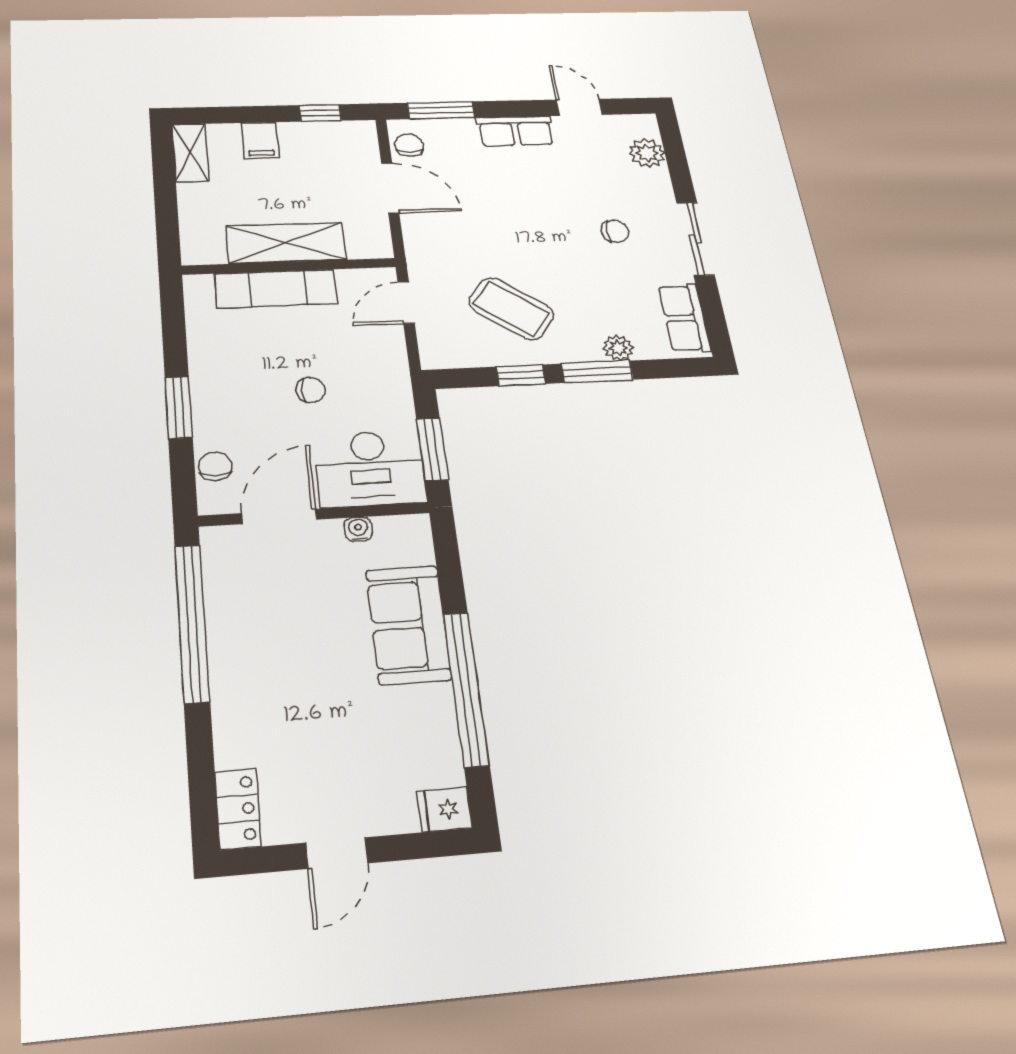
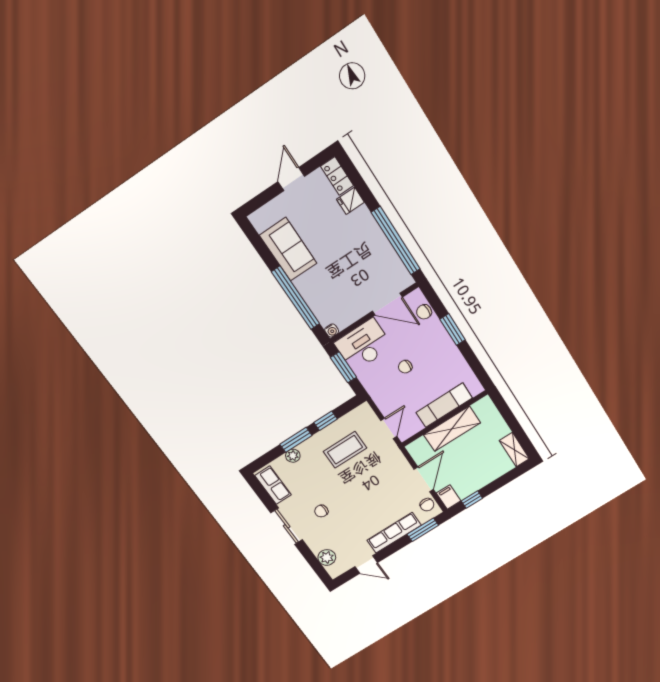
row of seats: (515, 131) -> (394, 533), width x1.48
filing cabinet: (260, 140) -> (449, 497), moved
door: (390, 188) -> (424, 479), swing flipped
coffee table: (511, 309) -> (345, 450), turned -37
chair: (215, 466) -> (424, 312), turned 90
door: (279, 516) -> (387, 304), hinge flipped
water cooler: (358, 529) -> (332, 331), moved
sofa: (408, 625) -> (288, 249), moved
window: (466, 688) -> (296, 298), moved
fridge: (444, 809) -> (350, 201), moved, turned 180

